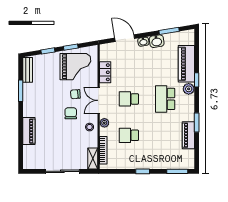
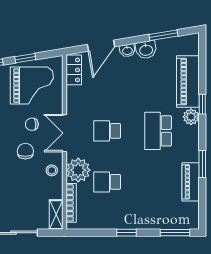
door: (125, 38) -> (101, 46), swing flipped
locker: (105, 72) -> (74, 70), moved
plant: (104, 123) -> (78, 170), width x1.88, depth x1.88

